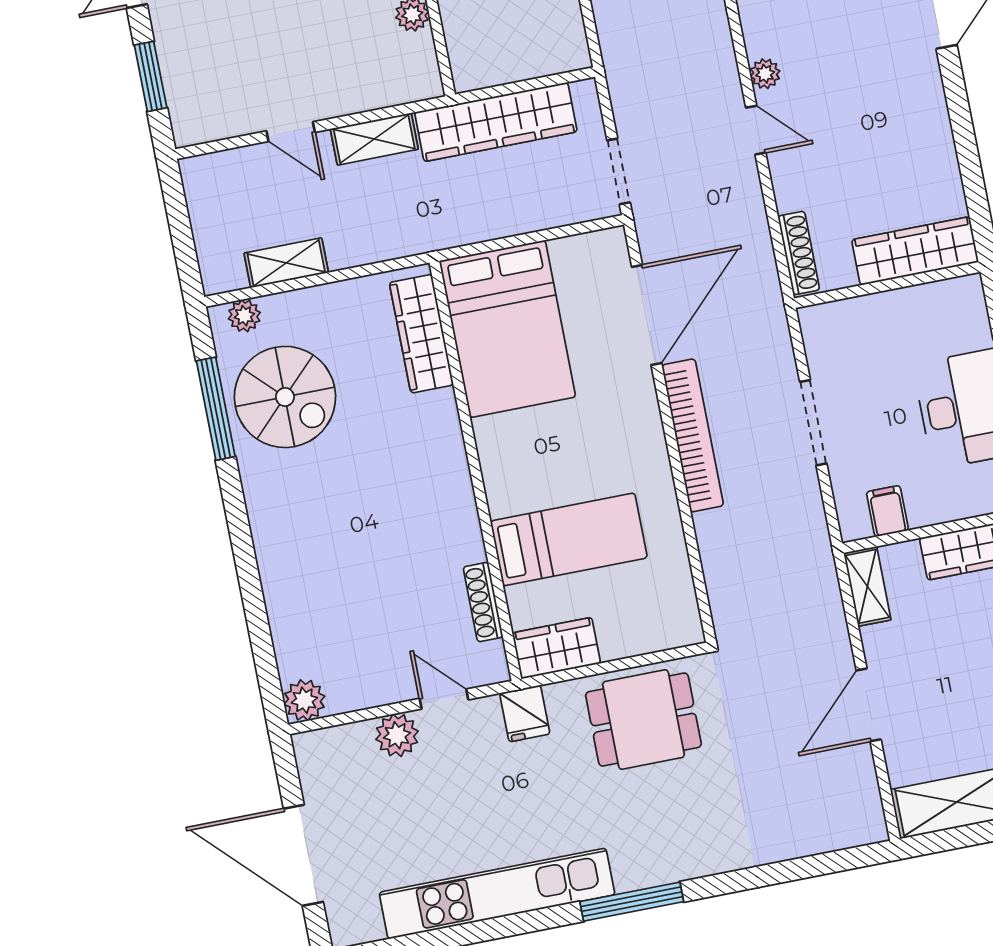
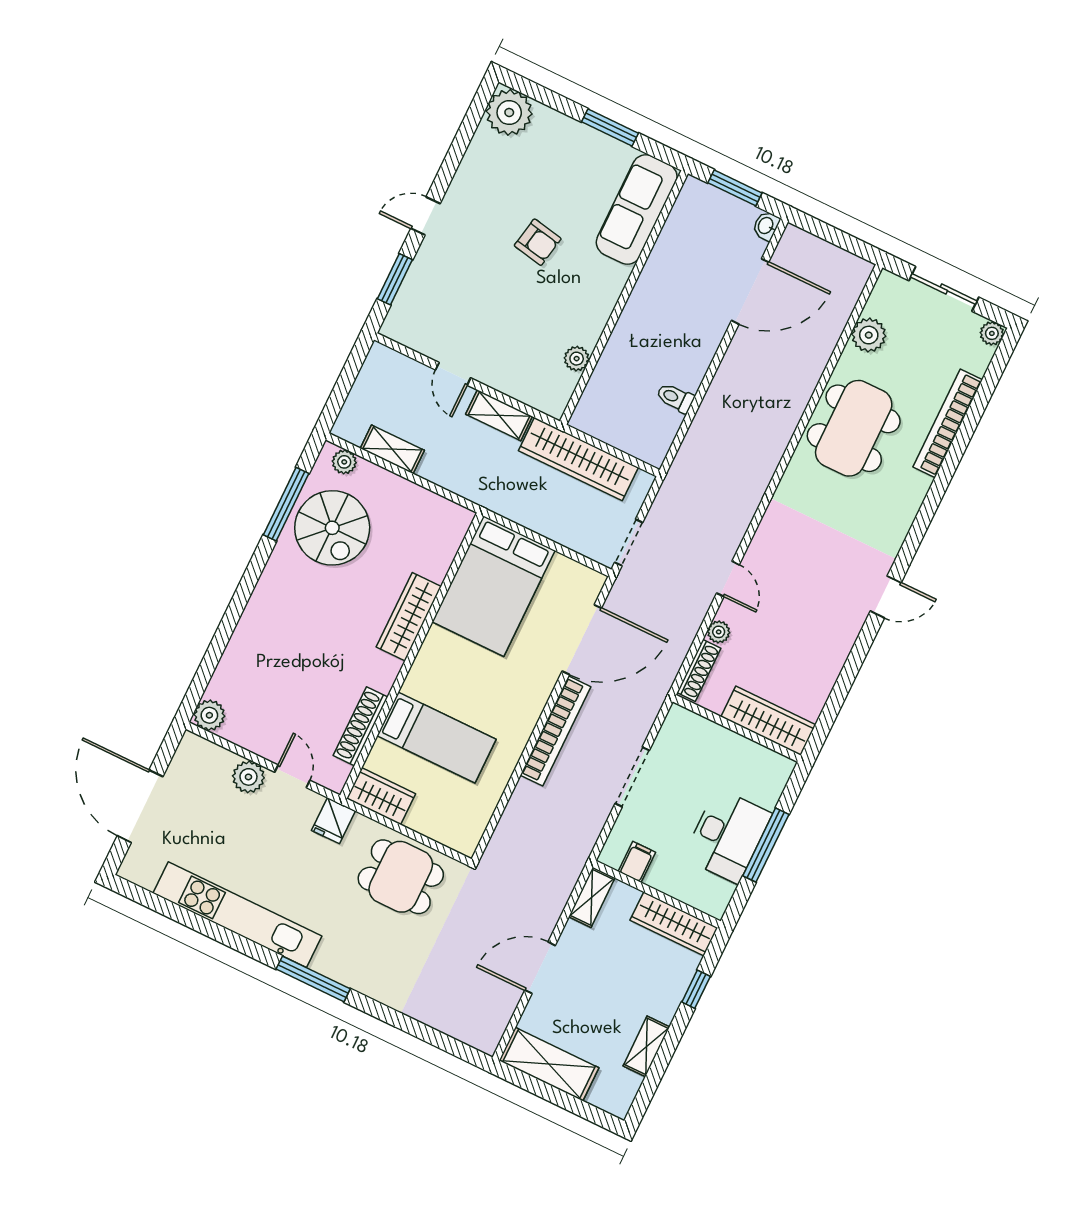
plant: (765, 74) -> (719, 632), moved
wardrobe: (421, 334) -> (409, 617), moved
shoe rack: (483, 602) -> (361, 726), width x1.36, depth x1.24

